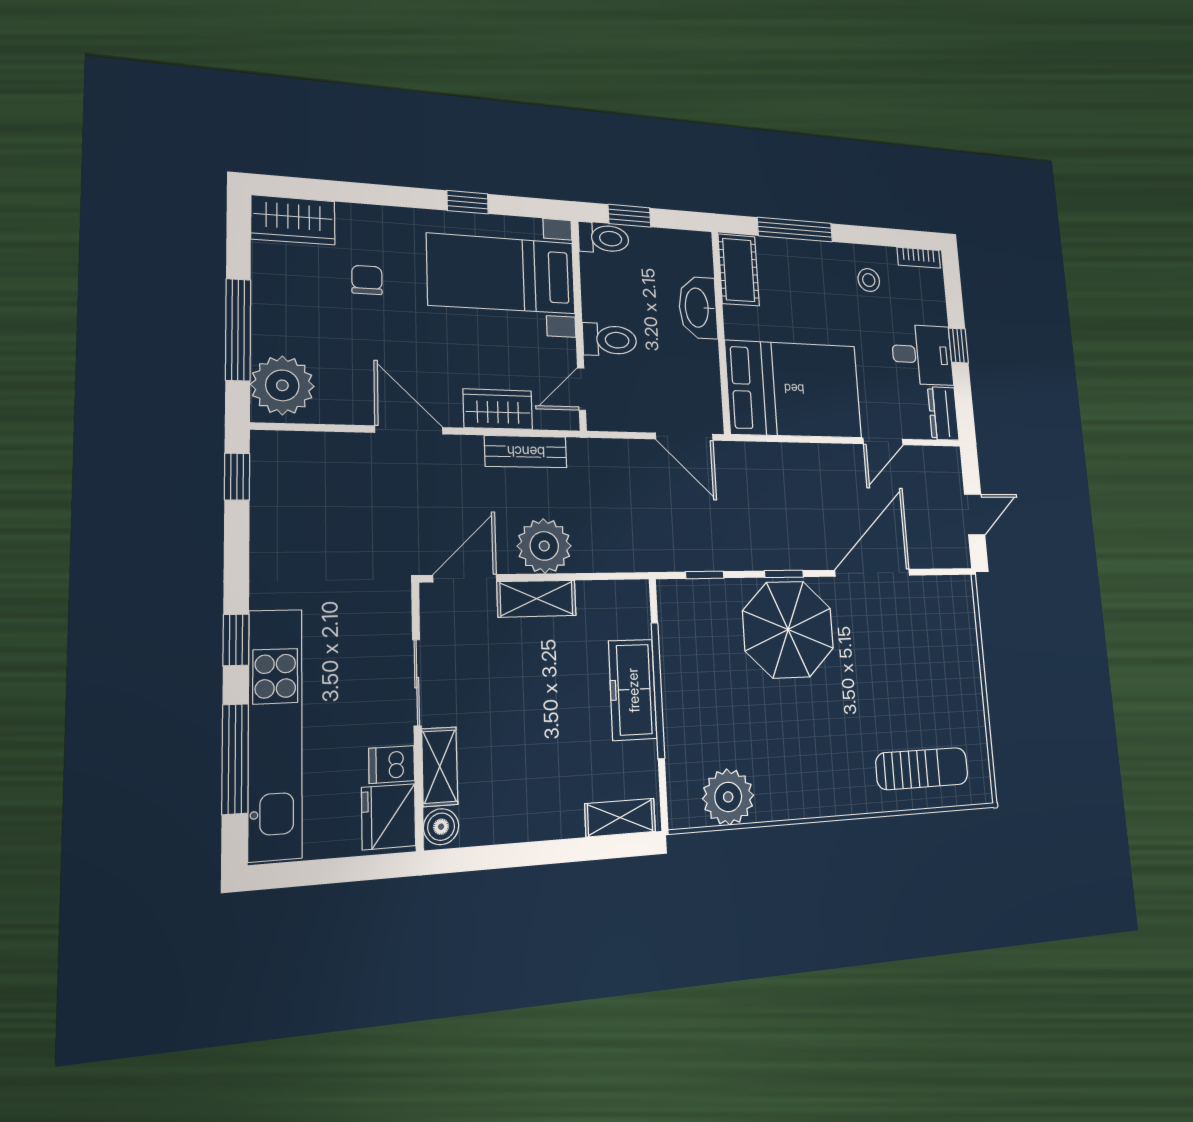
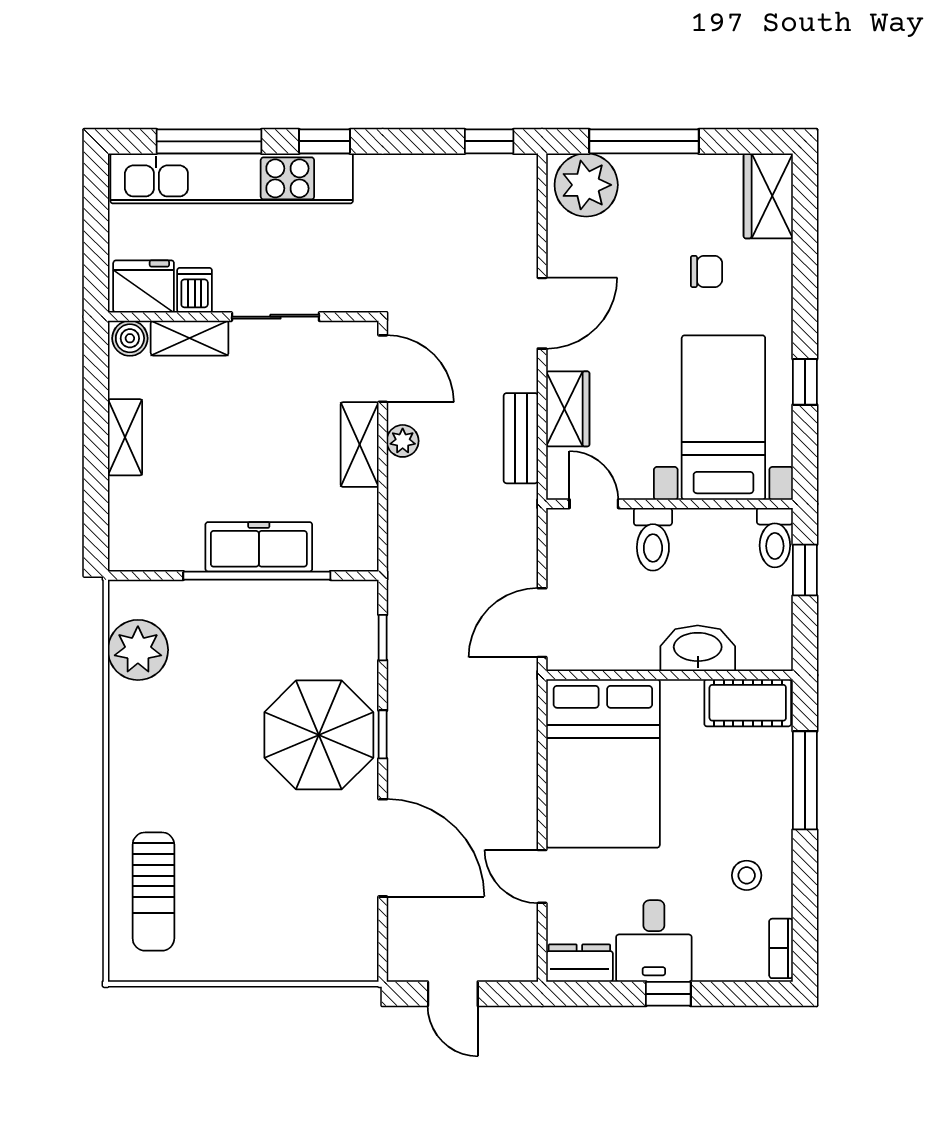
plant: (544, 546) -> (403, 441), width x0.53, depth x0.53
shelving: (620, 818) -> (125, 437), moved

